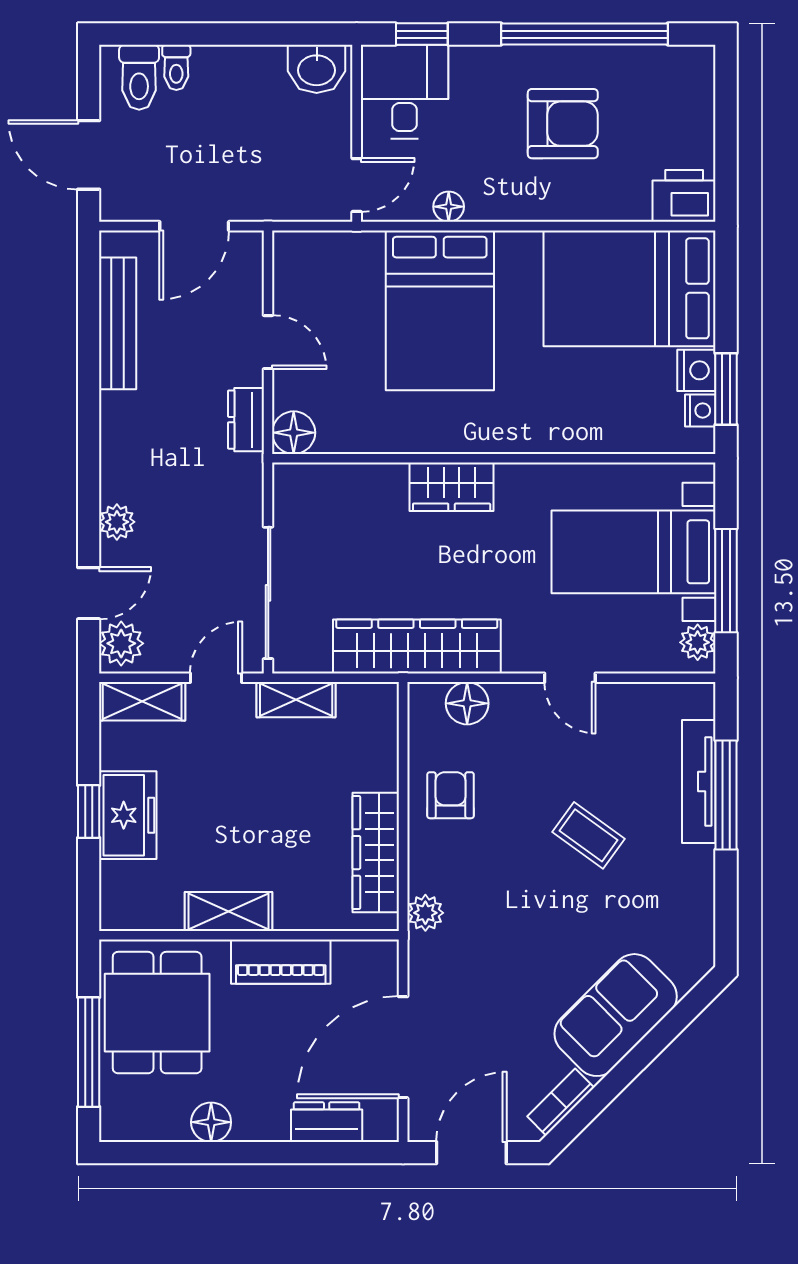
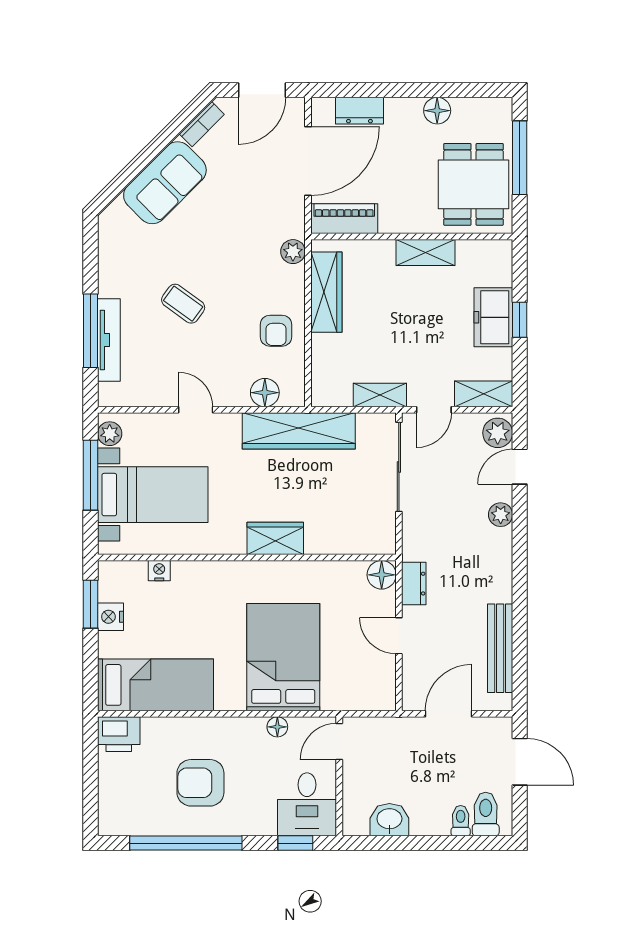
washbasin: (317, 69) -> (389, 820), moved
bed: (630, 288) -> (155, 685), width x0.67
nightstand: (700, 410) -> (159, 571), moved, turned 90
piano: (281, 962) -> (344, 219), moved

